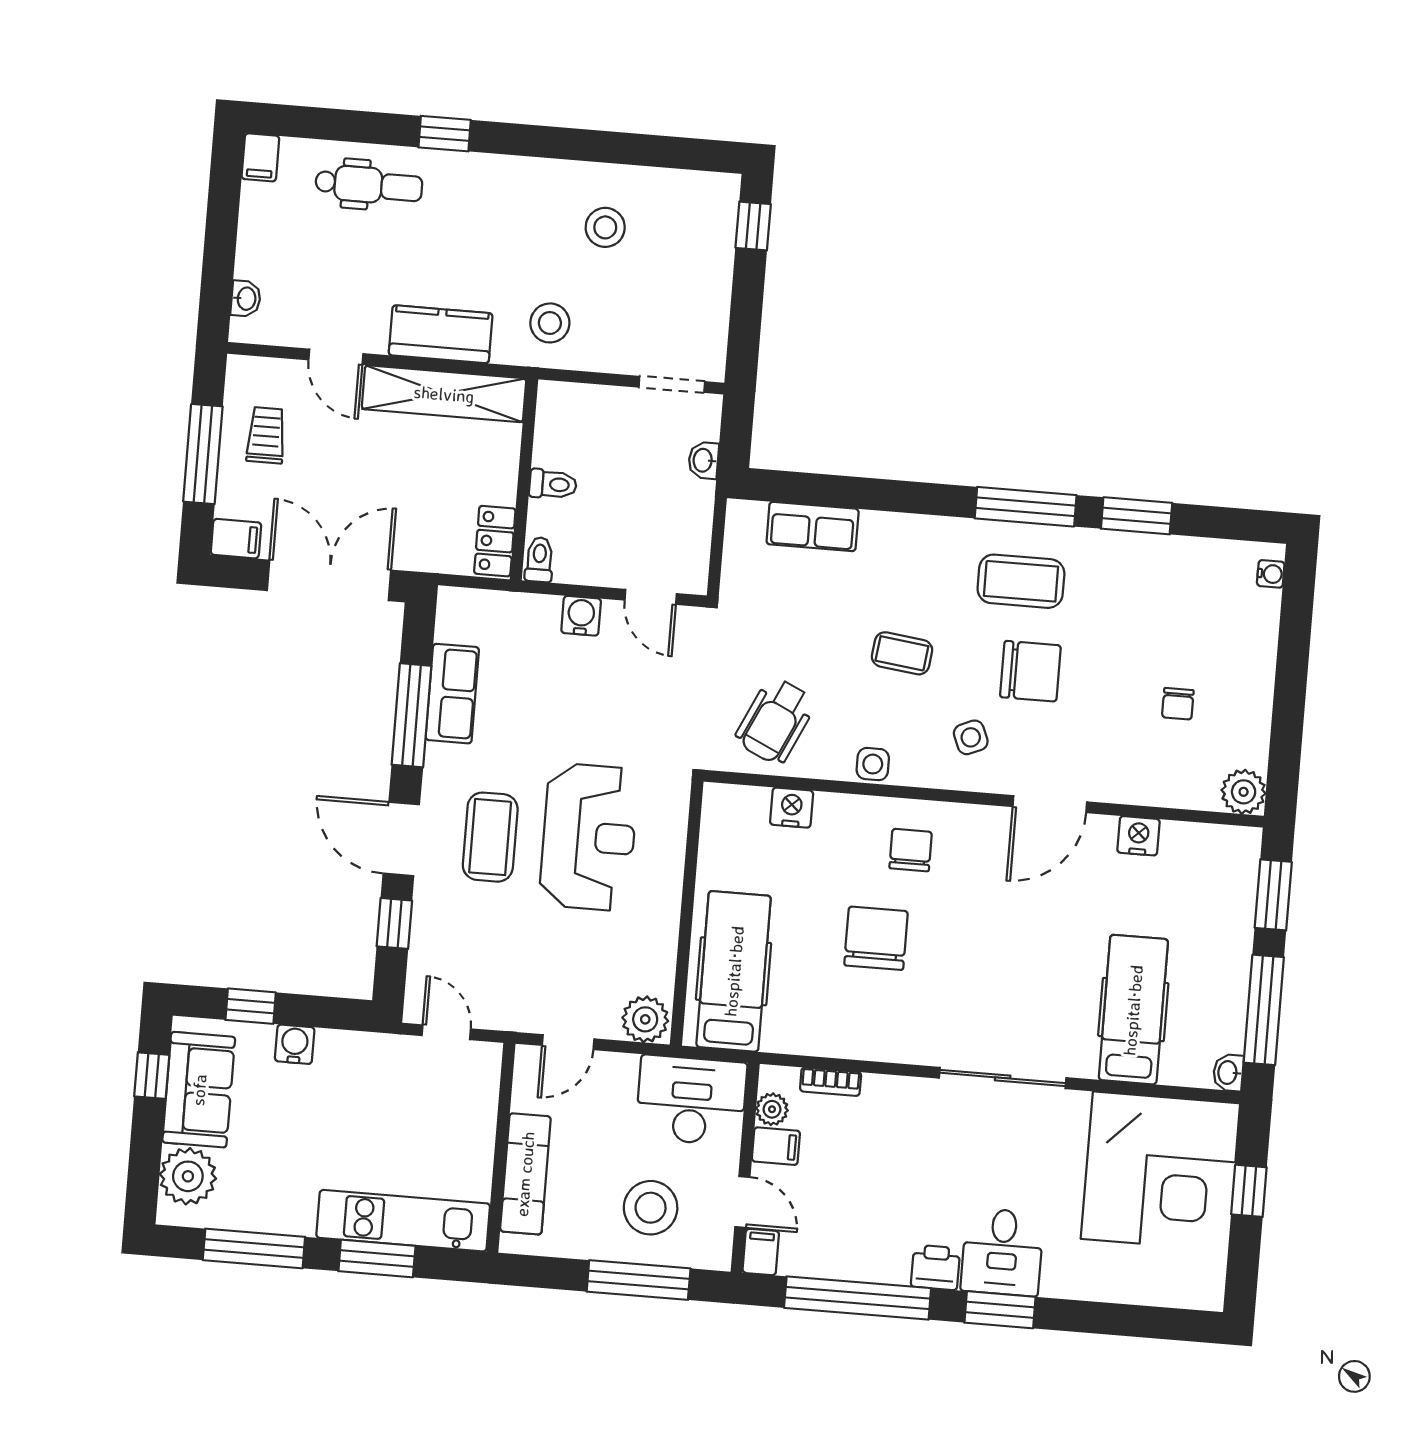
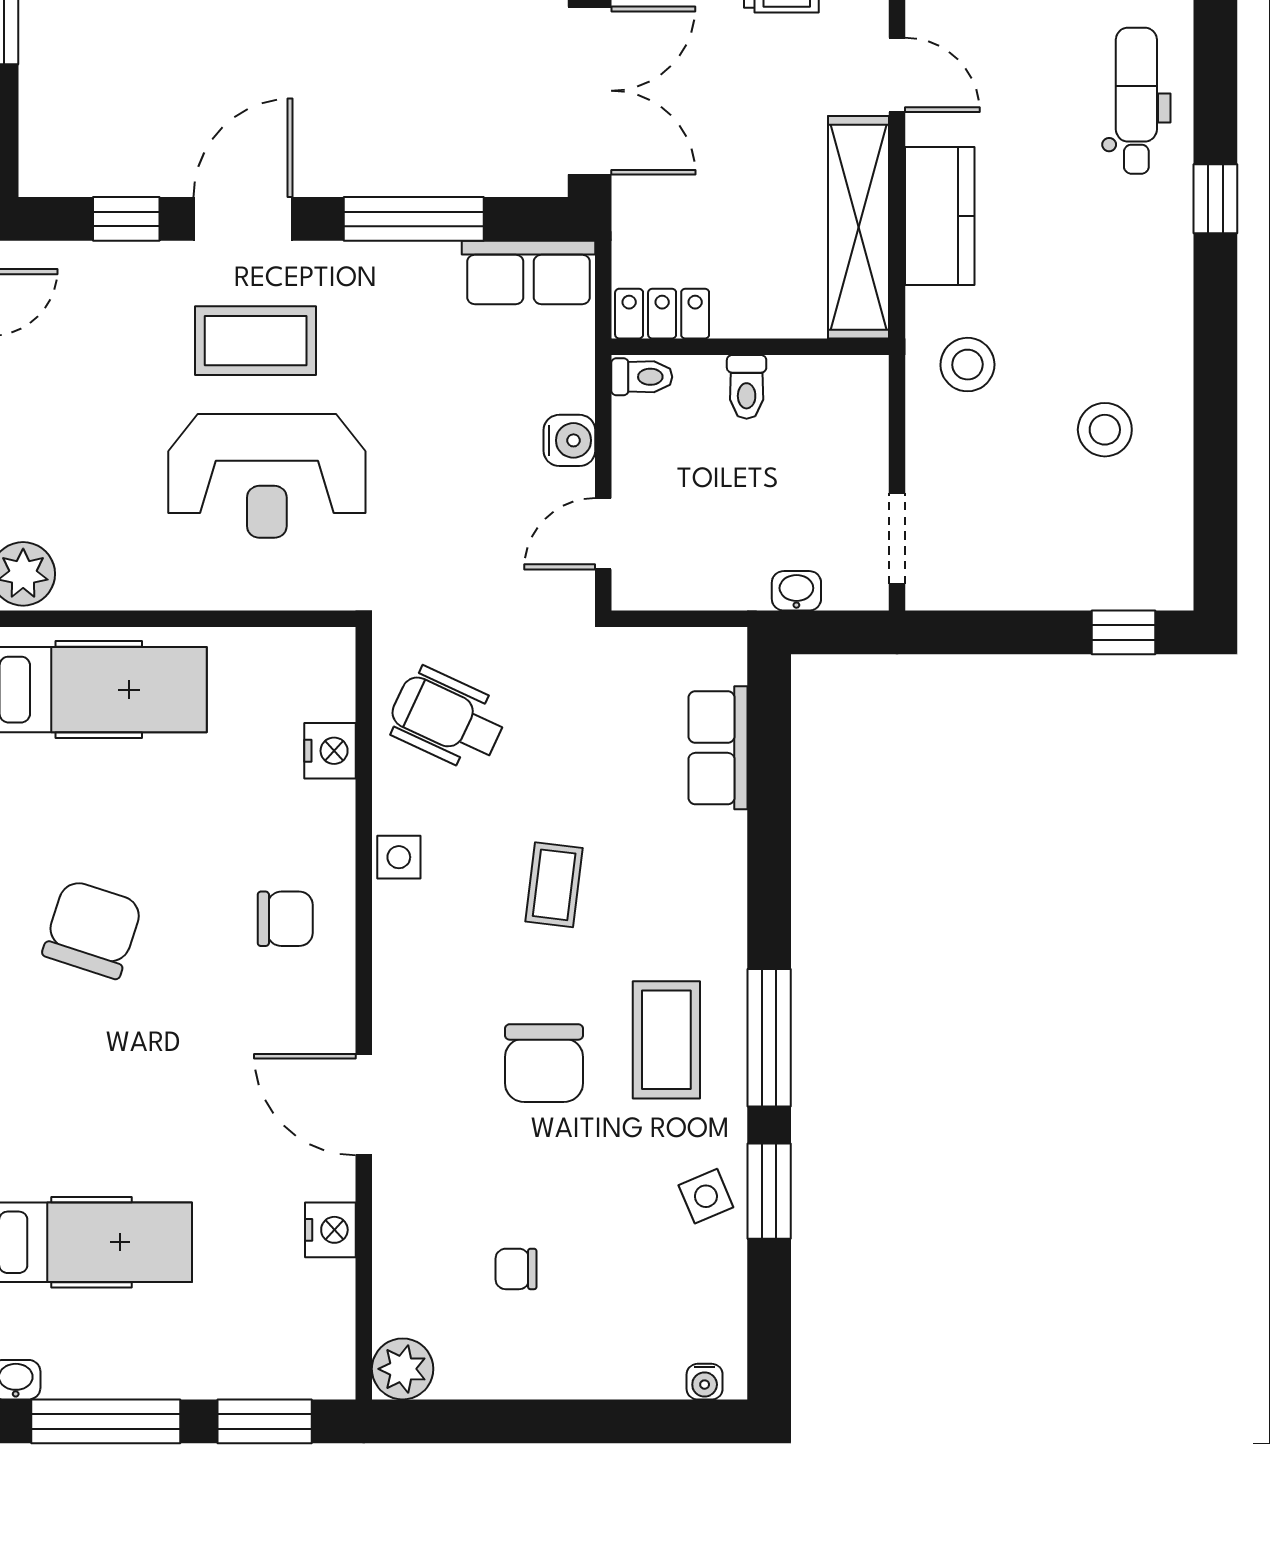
dental chair: (369, 185) -> (1136, 101), turned 180
door: (336, 357) -> (897, 75), swing flipped
row of seats: (452, 694) -> (529, 272), moved
side table: (971, 737) -> (706, 1196), moved
chair: (876, 938) -> (92, 929), moved, turned -72

